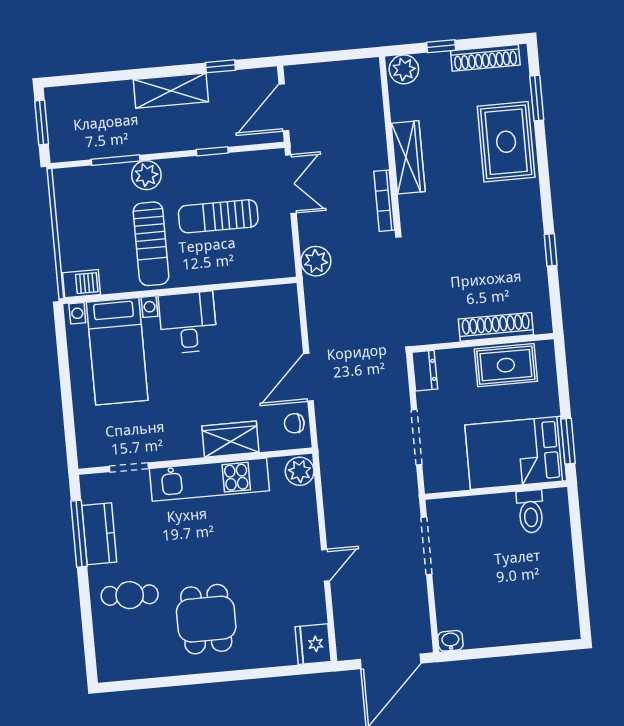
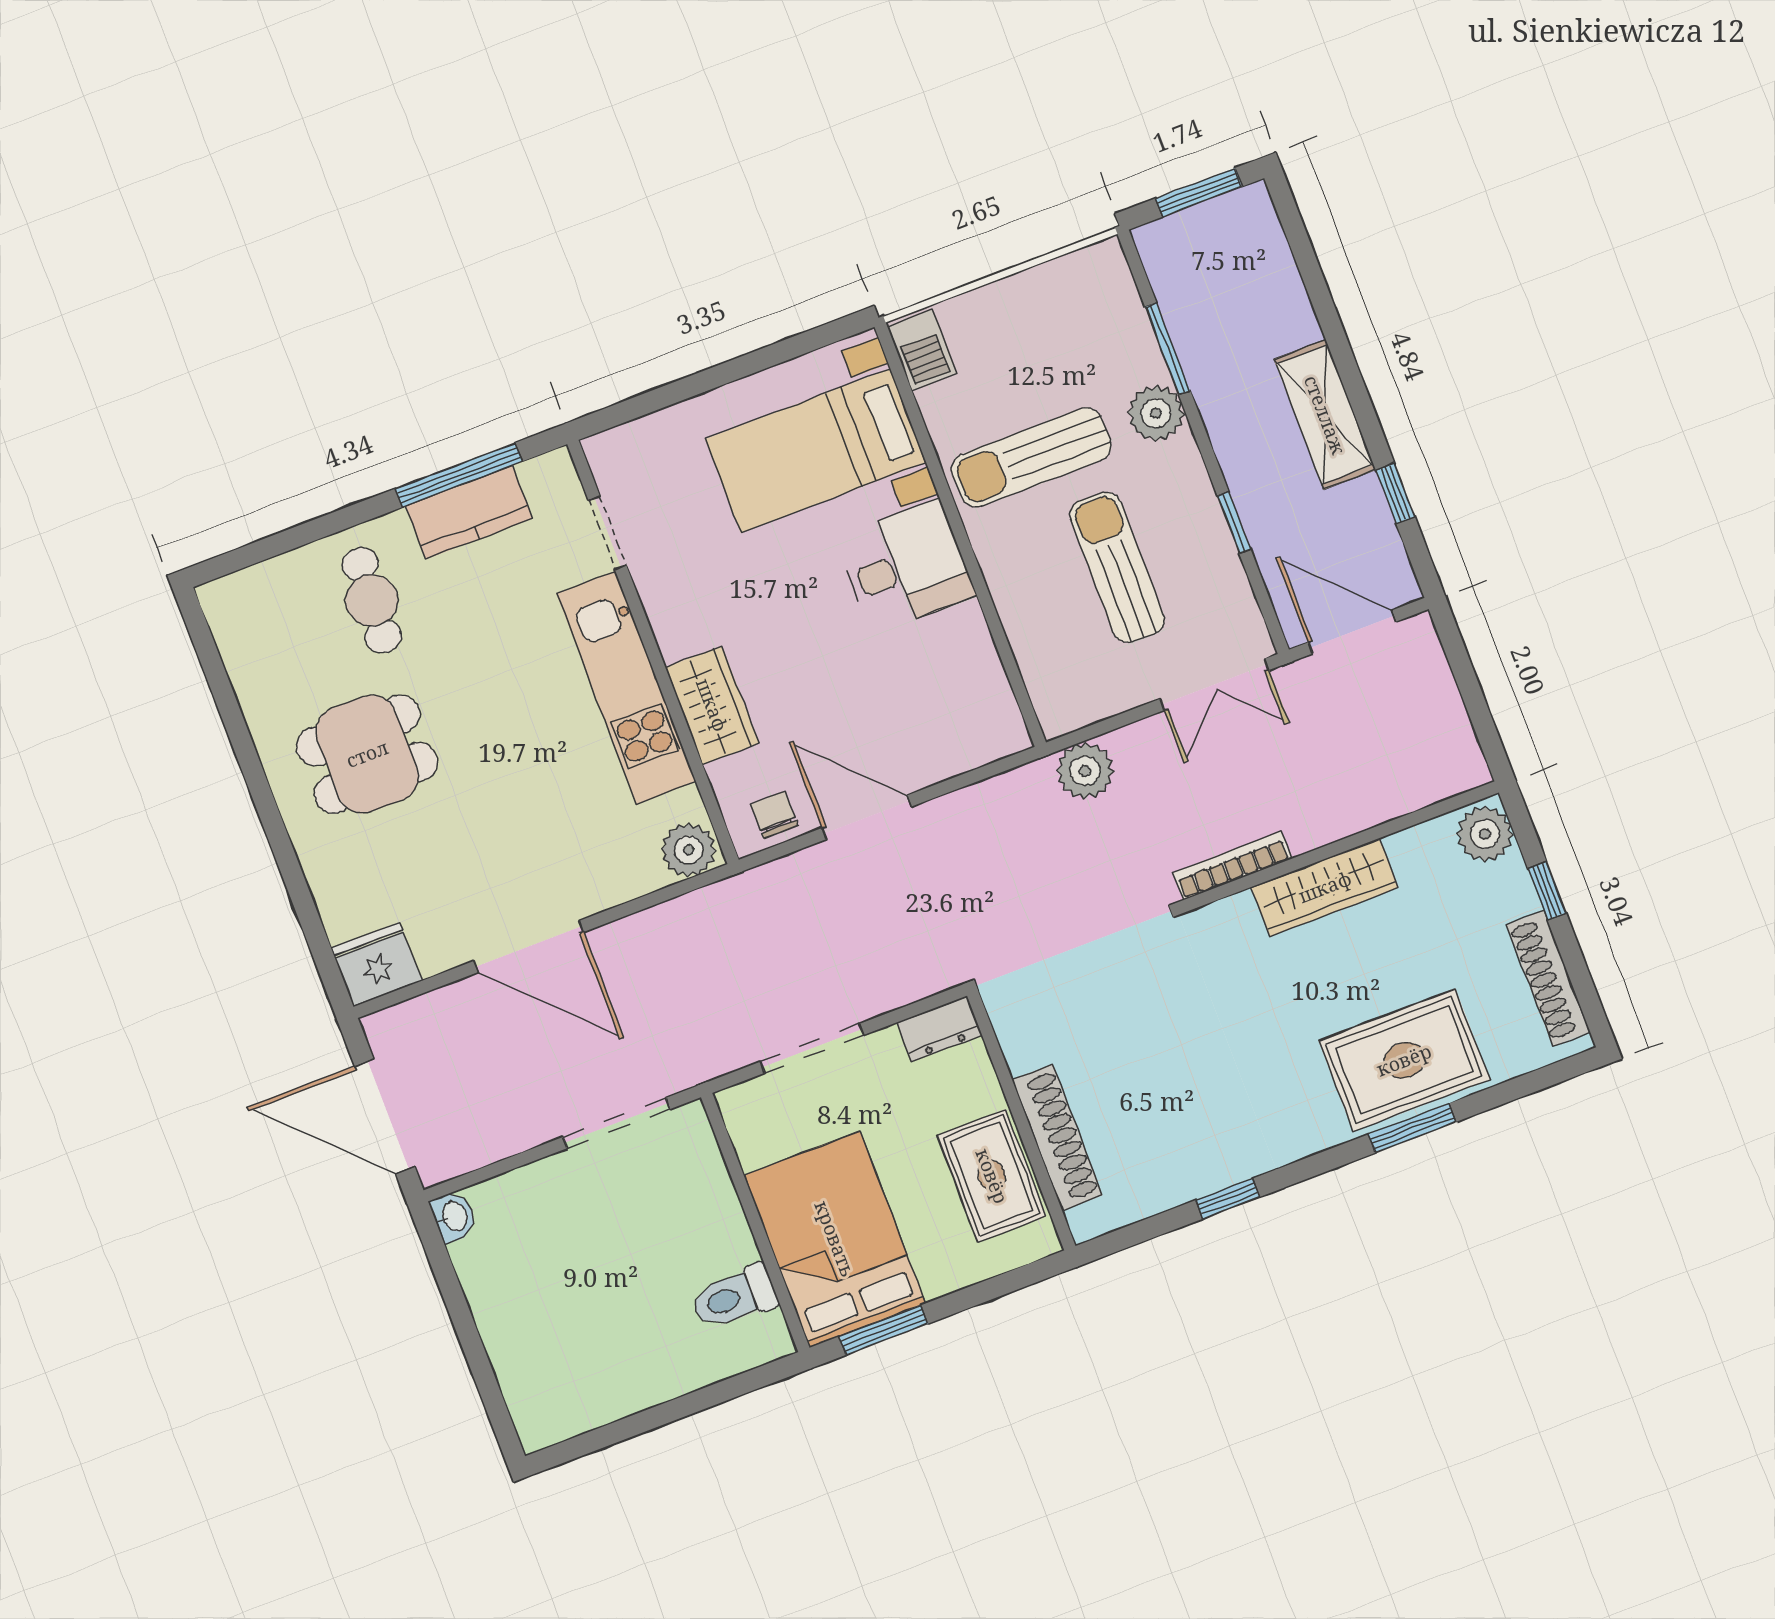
window: (537, 98) -> (1412, 1128), moved
door: (325, 565) -> (529, 946), width x1.87

